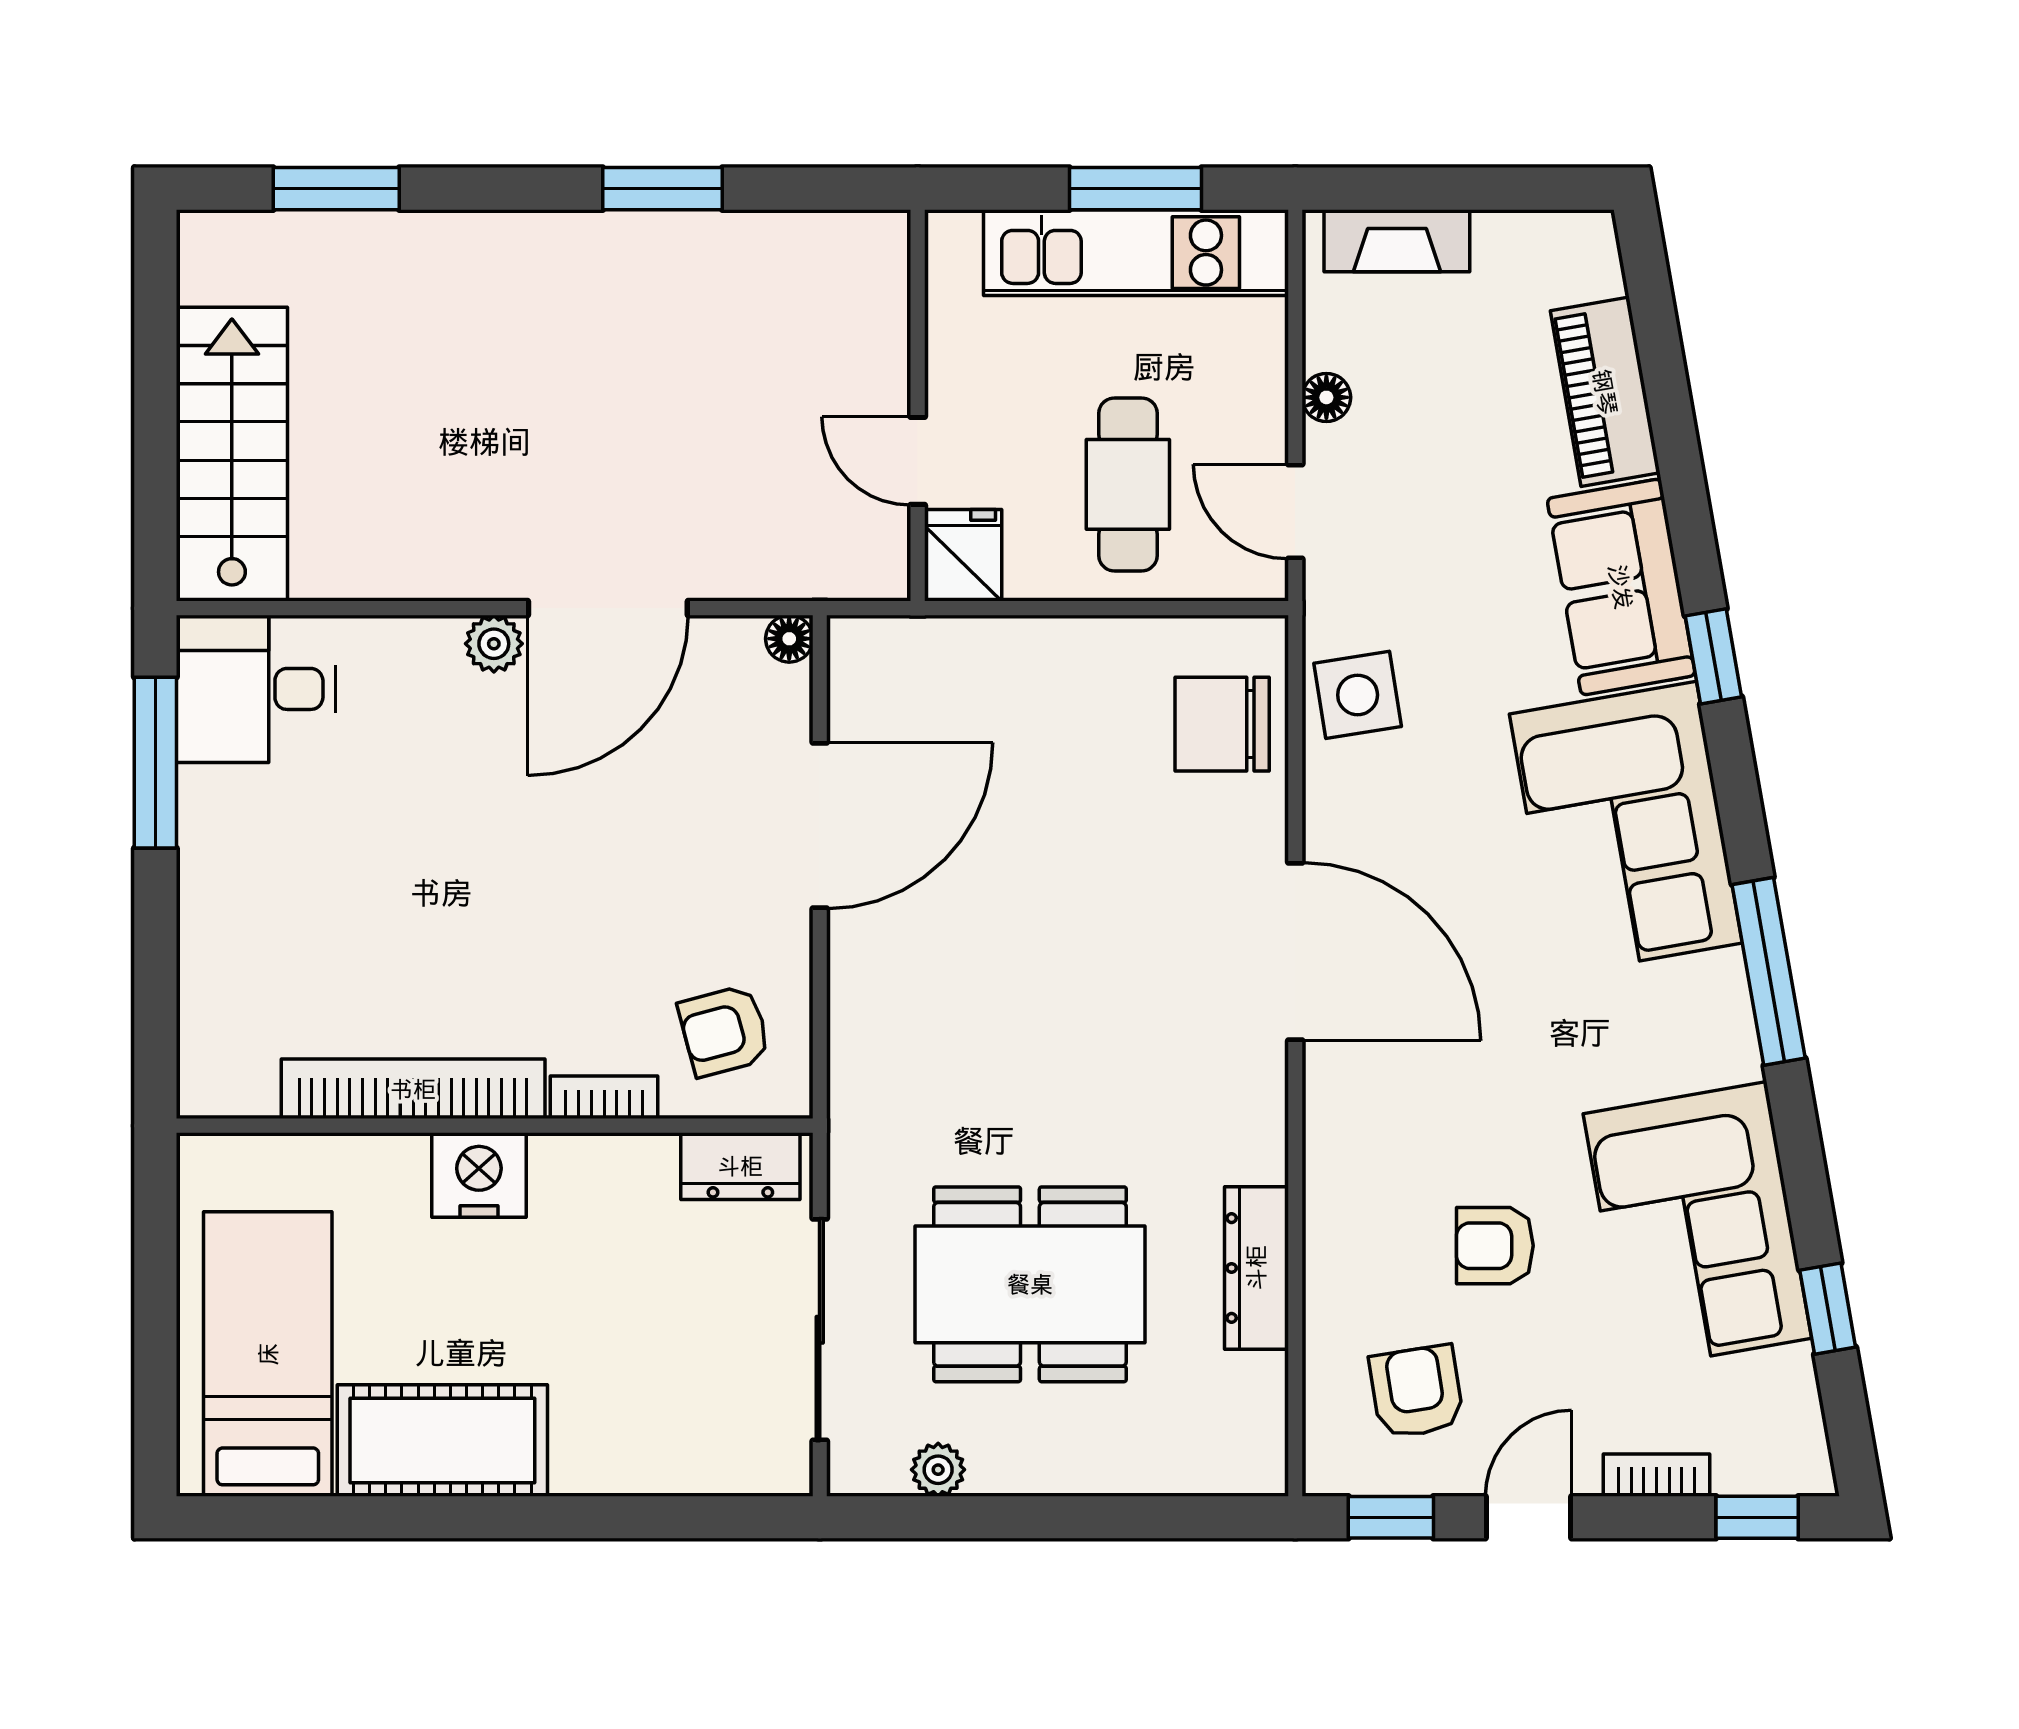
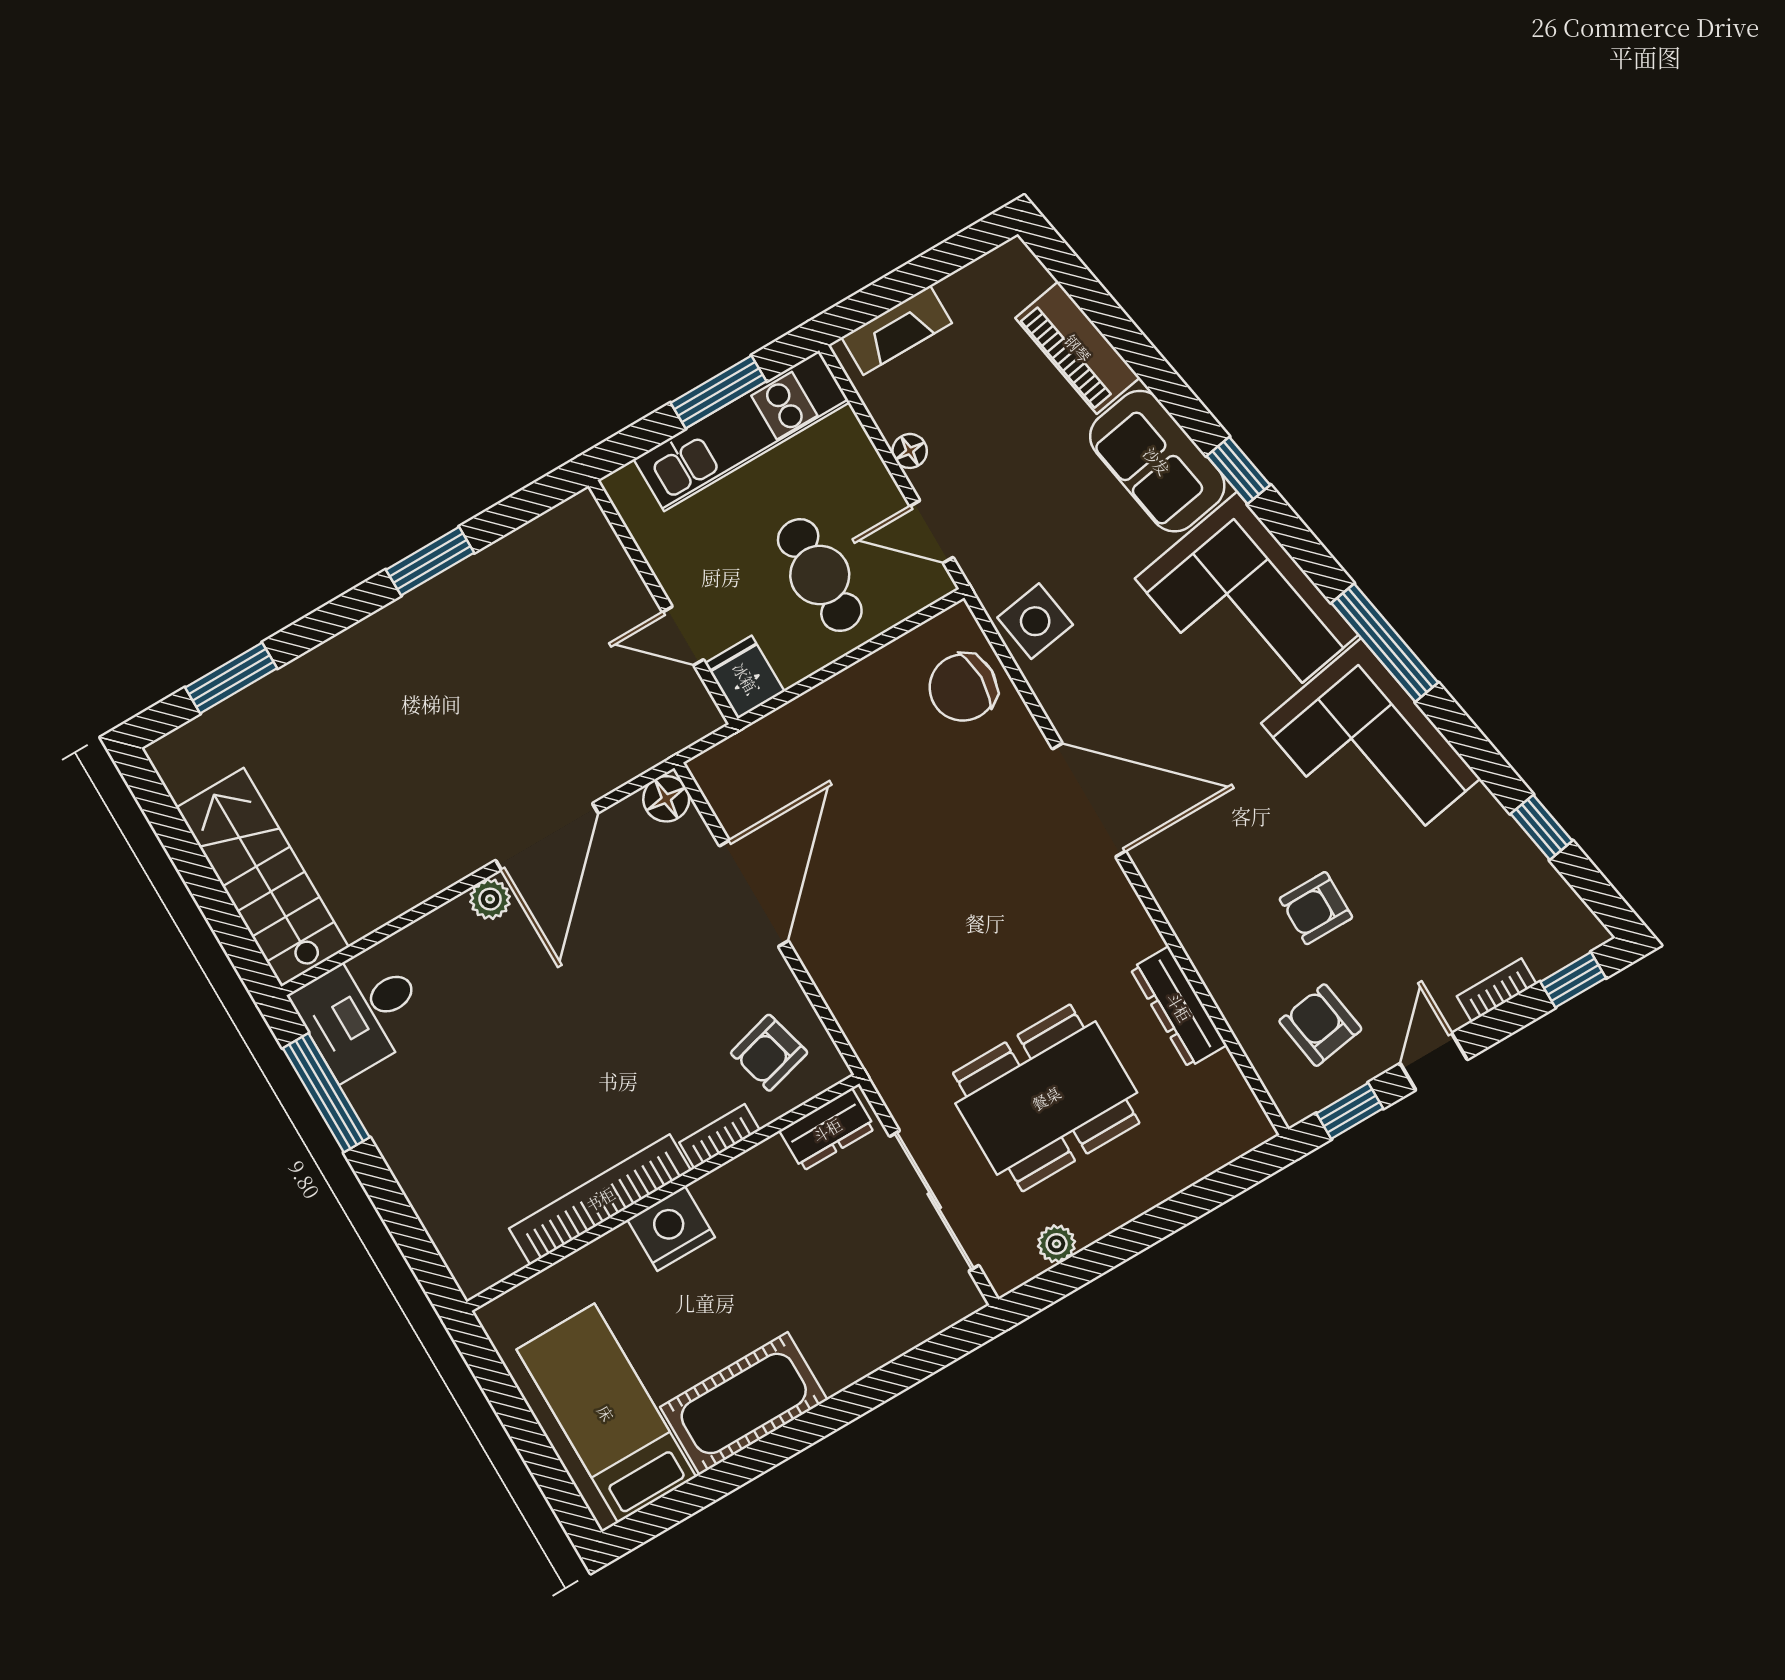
floor lamp: (789, 639) -> (666, 799), width x1.37, depth x1.37
corner sofa: (1697, 1226) -> (1371, 751), moved

